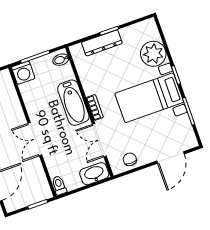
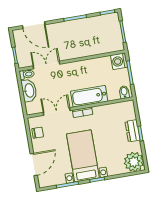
dresser: (102, 43) -> (133, 131), width x0.70
plant: (153, 54) -> (134, 162), moved
double door: (35, 139) -> (46, 65), moved
door: (170, 157) -> (34, 165), swing flipped
washbasin: (94, 174) -> (29, 90), moved

